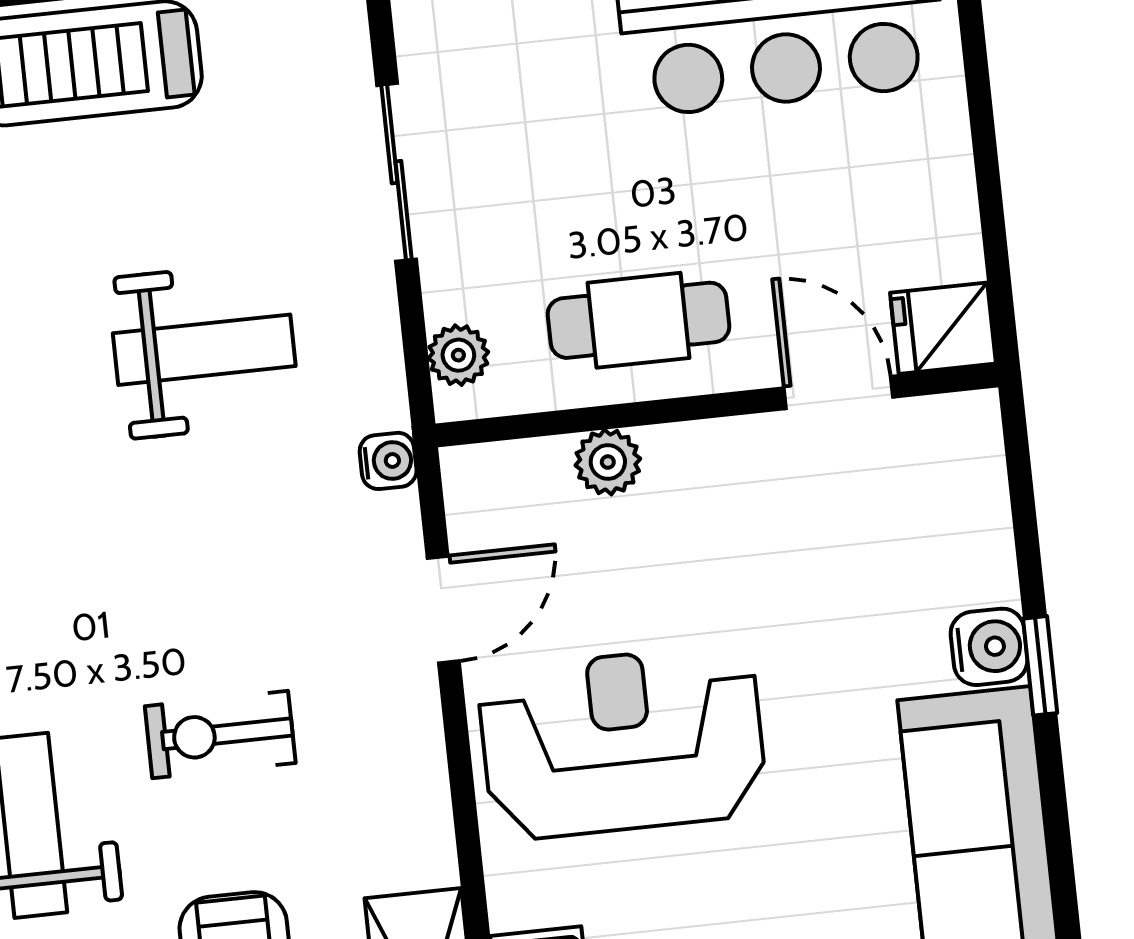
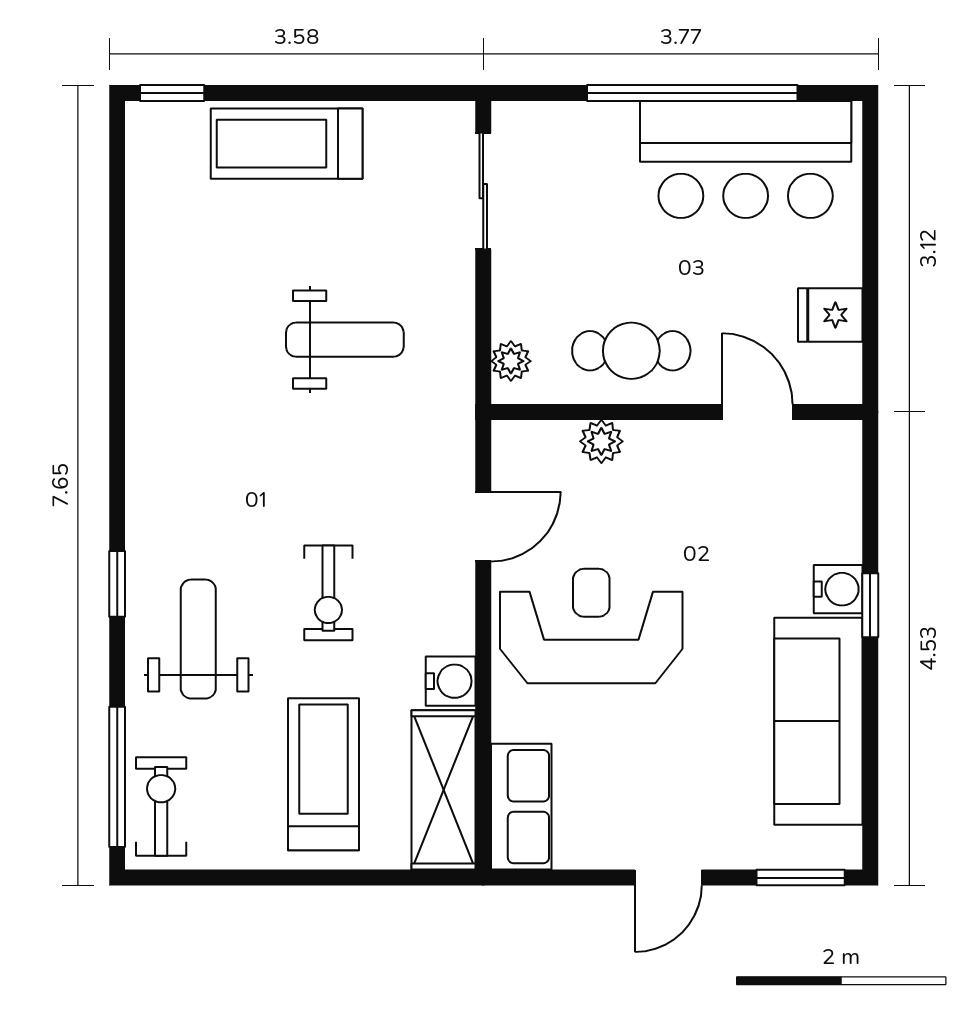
sliding door: (397, 172) -> (483, 191), moved
fridge: (943, 328) -> (830, 315), moved
water cooler: (388, 461) -> (451, 681), moved, width x1.38, depth x1.38
exercise bike: (220, 735) -> (328, 593), turned -90

